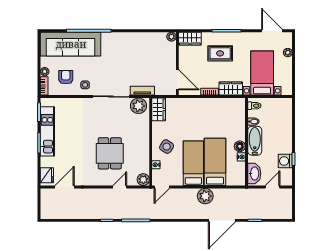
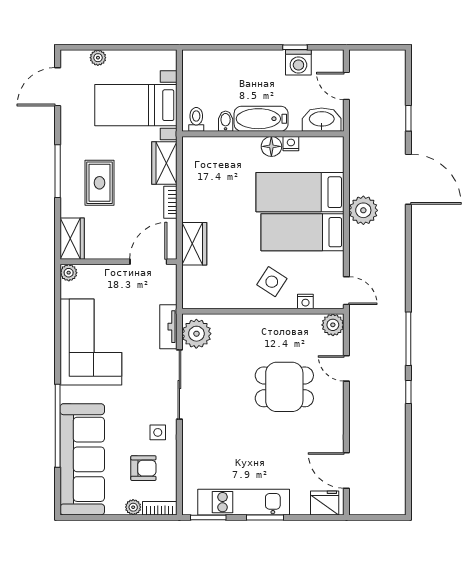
corner sofa: (134, 49) -> (91, 342), added
armchair: (66, 77) -> (143, 468), turned 180
wardrobe: (159, 109) -> (194, 244), moved, turned 90

